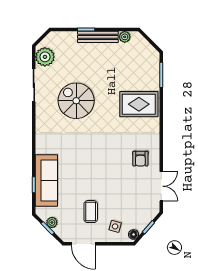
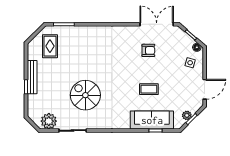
plant: (125, 37) -> (32, 55), removed
spiral stairs: (76, 101) -> (85, 95), turned 90
rug: (139, 104) -> (50, 46), moved, width x0.73, depth x0.70
armchair: (140, 159) -> (148, 50), moved
double door: (161, 186) -> (157, 24), width x1.37
coffee table: (91, 212) -> (149, 89), moved

